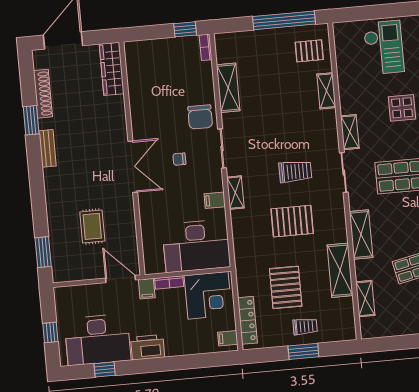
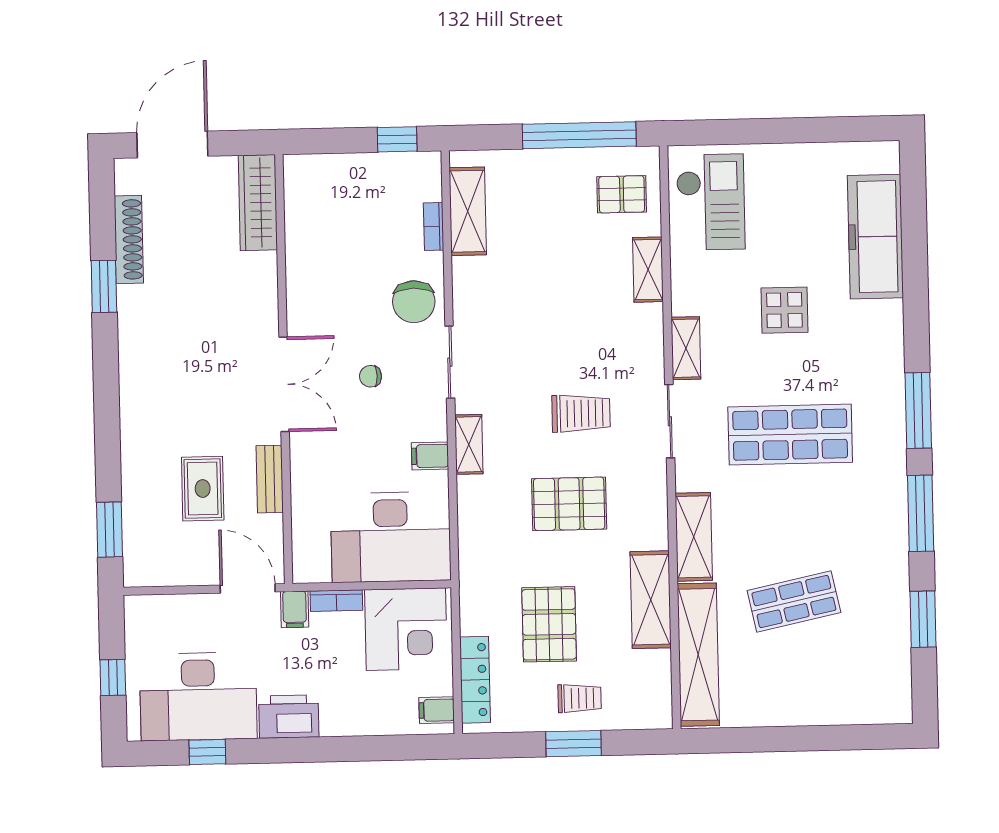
bookcase: (206, 47) -> (434, 227), moved
checkout: (384, 47) -> (711, 202), moved
shelving: (228, 88) -> (468, 211), moved
bench: (47, 148) -> (270, 479), moved
shelving: (365, 299) -> (698, 655), width x2.20, depth x1.33

